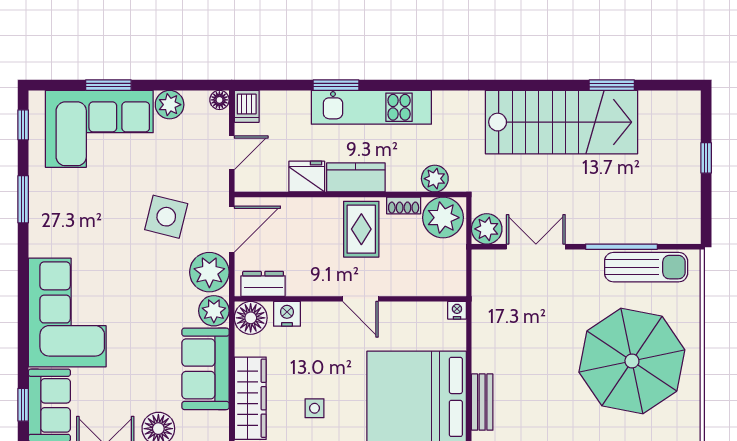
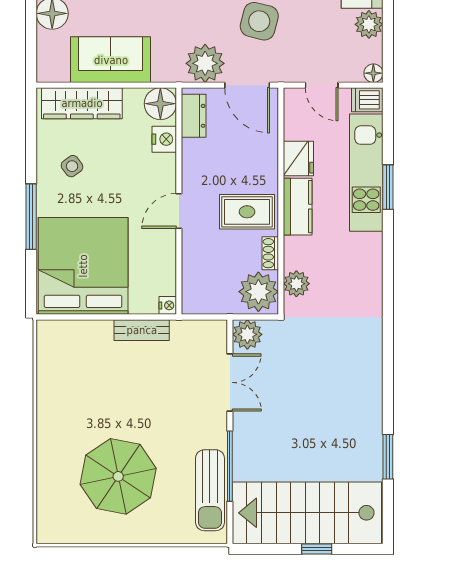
kitchen unit: (371, 107) -> (366, 173), moved
stairs: (562, 122) -> (307, 513), moved, turned 90
plant: (214, 311) -> (167, 68), removed
parasol: (632, 361) -> (118, 476), width x0.73, depth x0.73
bench: (482, 402) -> (142, 330), moved
side table: (315, 408) -> (72, 166), turned -37

